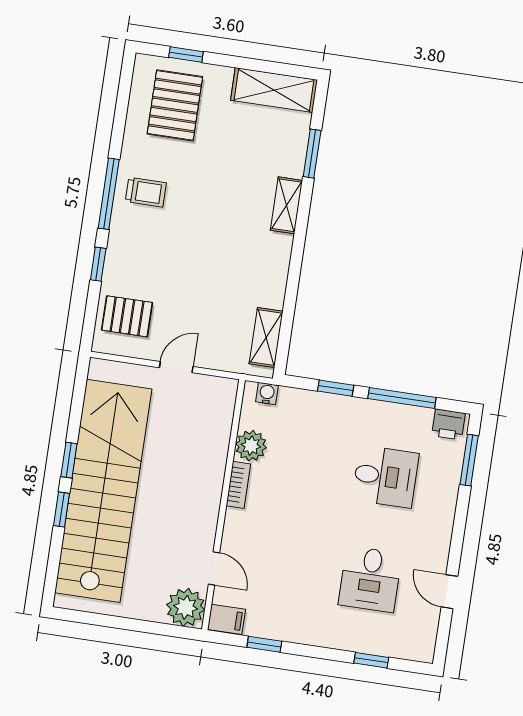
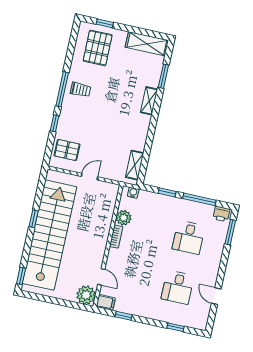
desk: (385, 477) -> (189, 237), turned 90
window: (62, 510) -> (21, 276), moved

